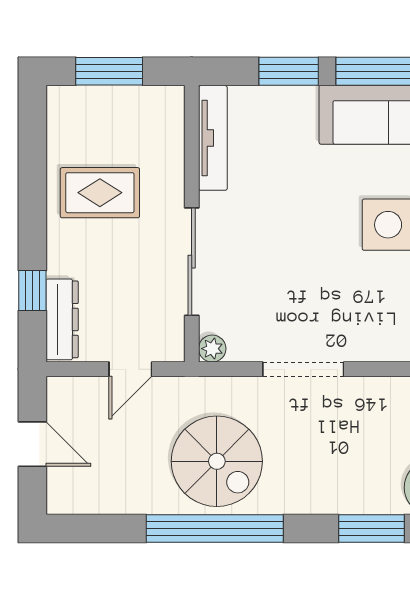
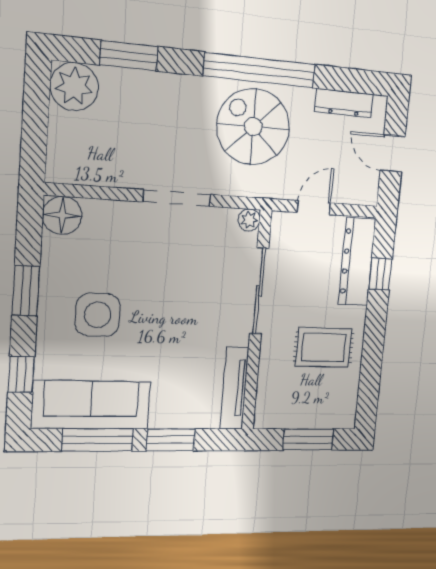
dresser: (62, 319) -> (357, 262), width x1.37, depth x1.24
dresser: (104, 500) -> (344, 103), added

